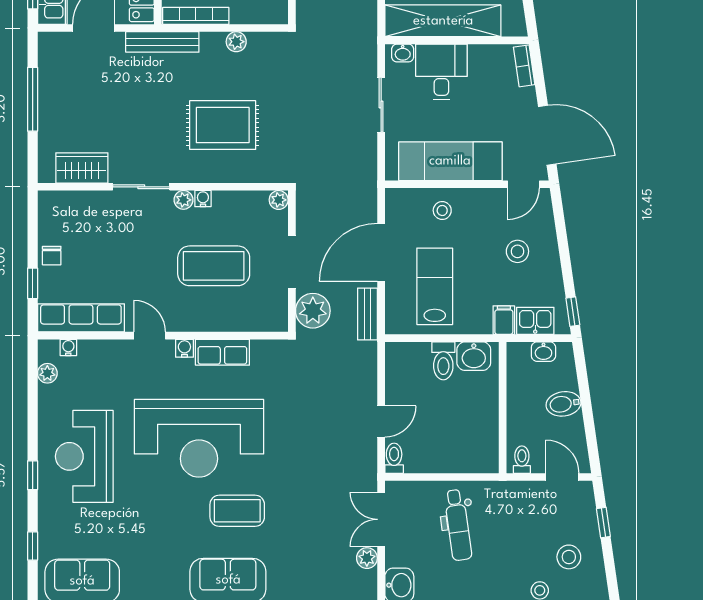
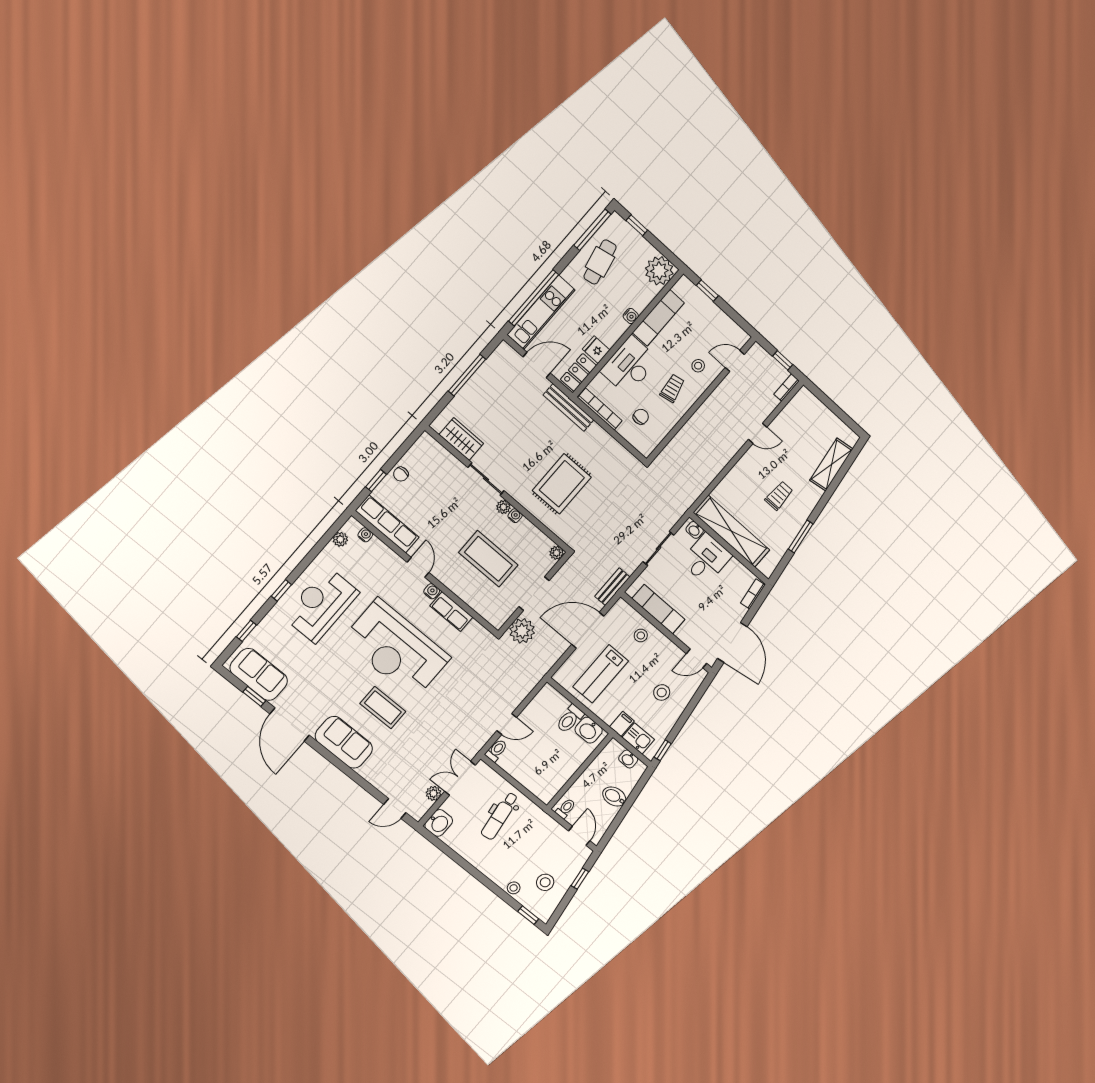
plant: (236, 42) -> (610, 444), removed
rug: (223, 125) -> (562, 484), turned 90
exam couch: (450, 161) -> (658, 609), width x0.73, depth x0.69
lab bench: (435, 286) -> (601, 674), turned 180
bench: (367, 314) -> (612, 587), moved

